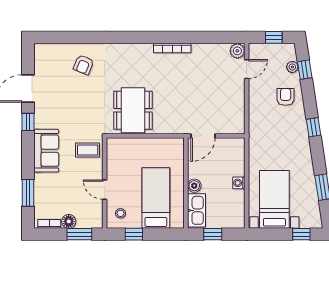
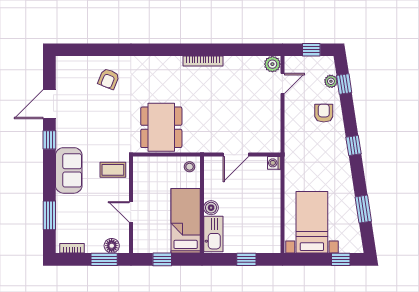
wall: (186, 183) -> (202, 205), moved
washing machine: (239, 183) -> (274, 163), moved
boiler: (194, 186) -> (211, 208), moved
kitchen sink: (196, 210) -> (213, 234), moved
stool: (120, 213) -> (190, 167), moved
floor lamp: (69, 221) -> (112, 246), moved

